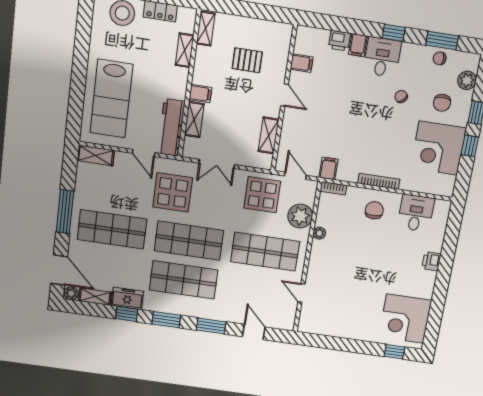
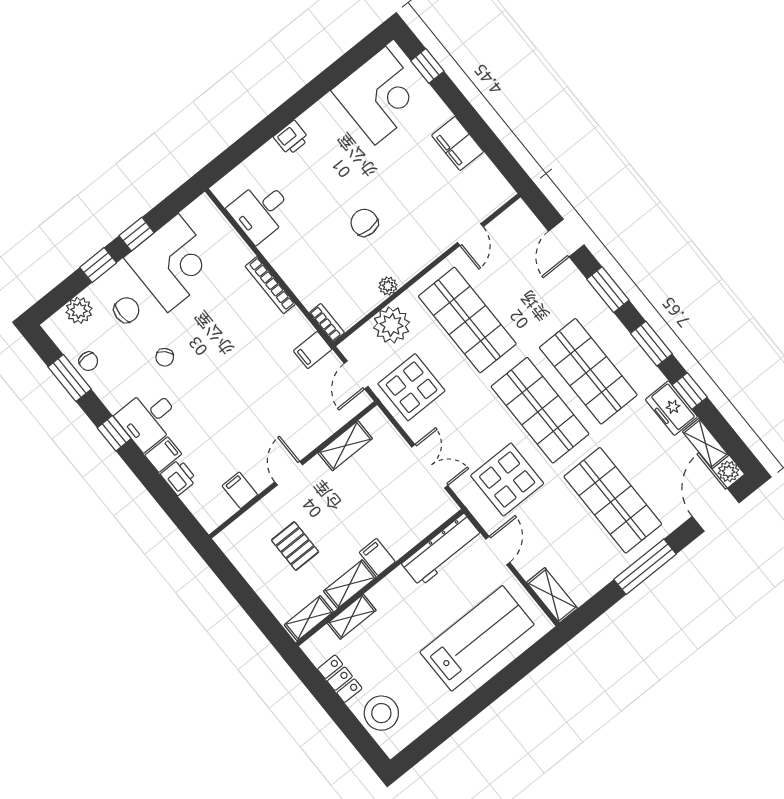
shelving: (194, 119) -> (350, 584), moved
chair: (374, 210) -> (364, 223), moved, turned 90
filing cabinet: (347, 329) -> (458, 143), added

